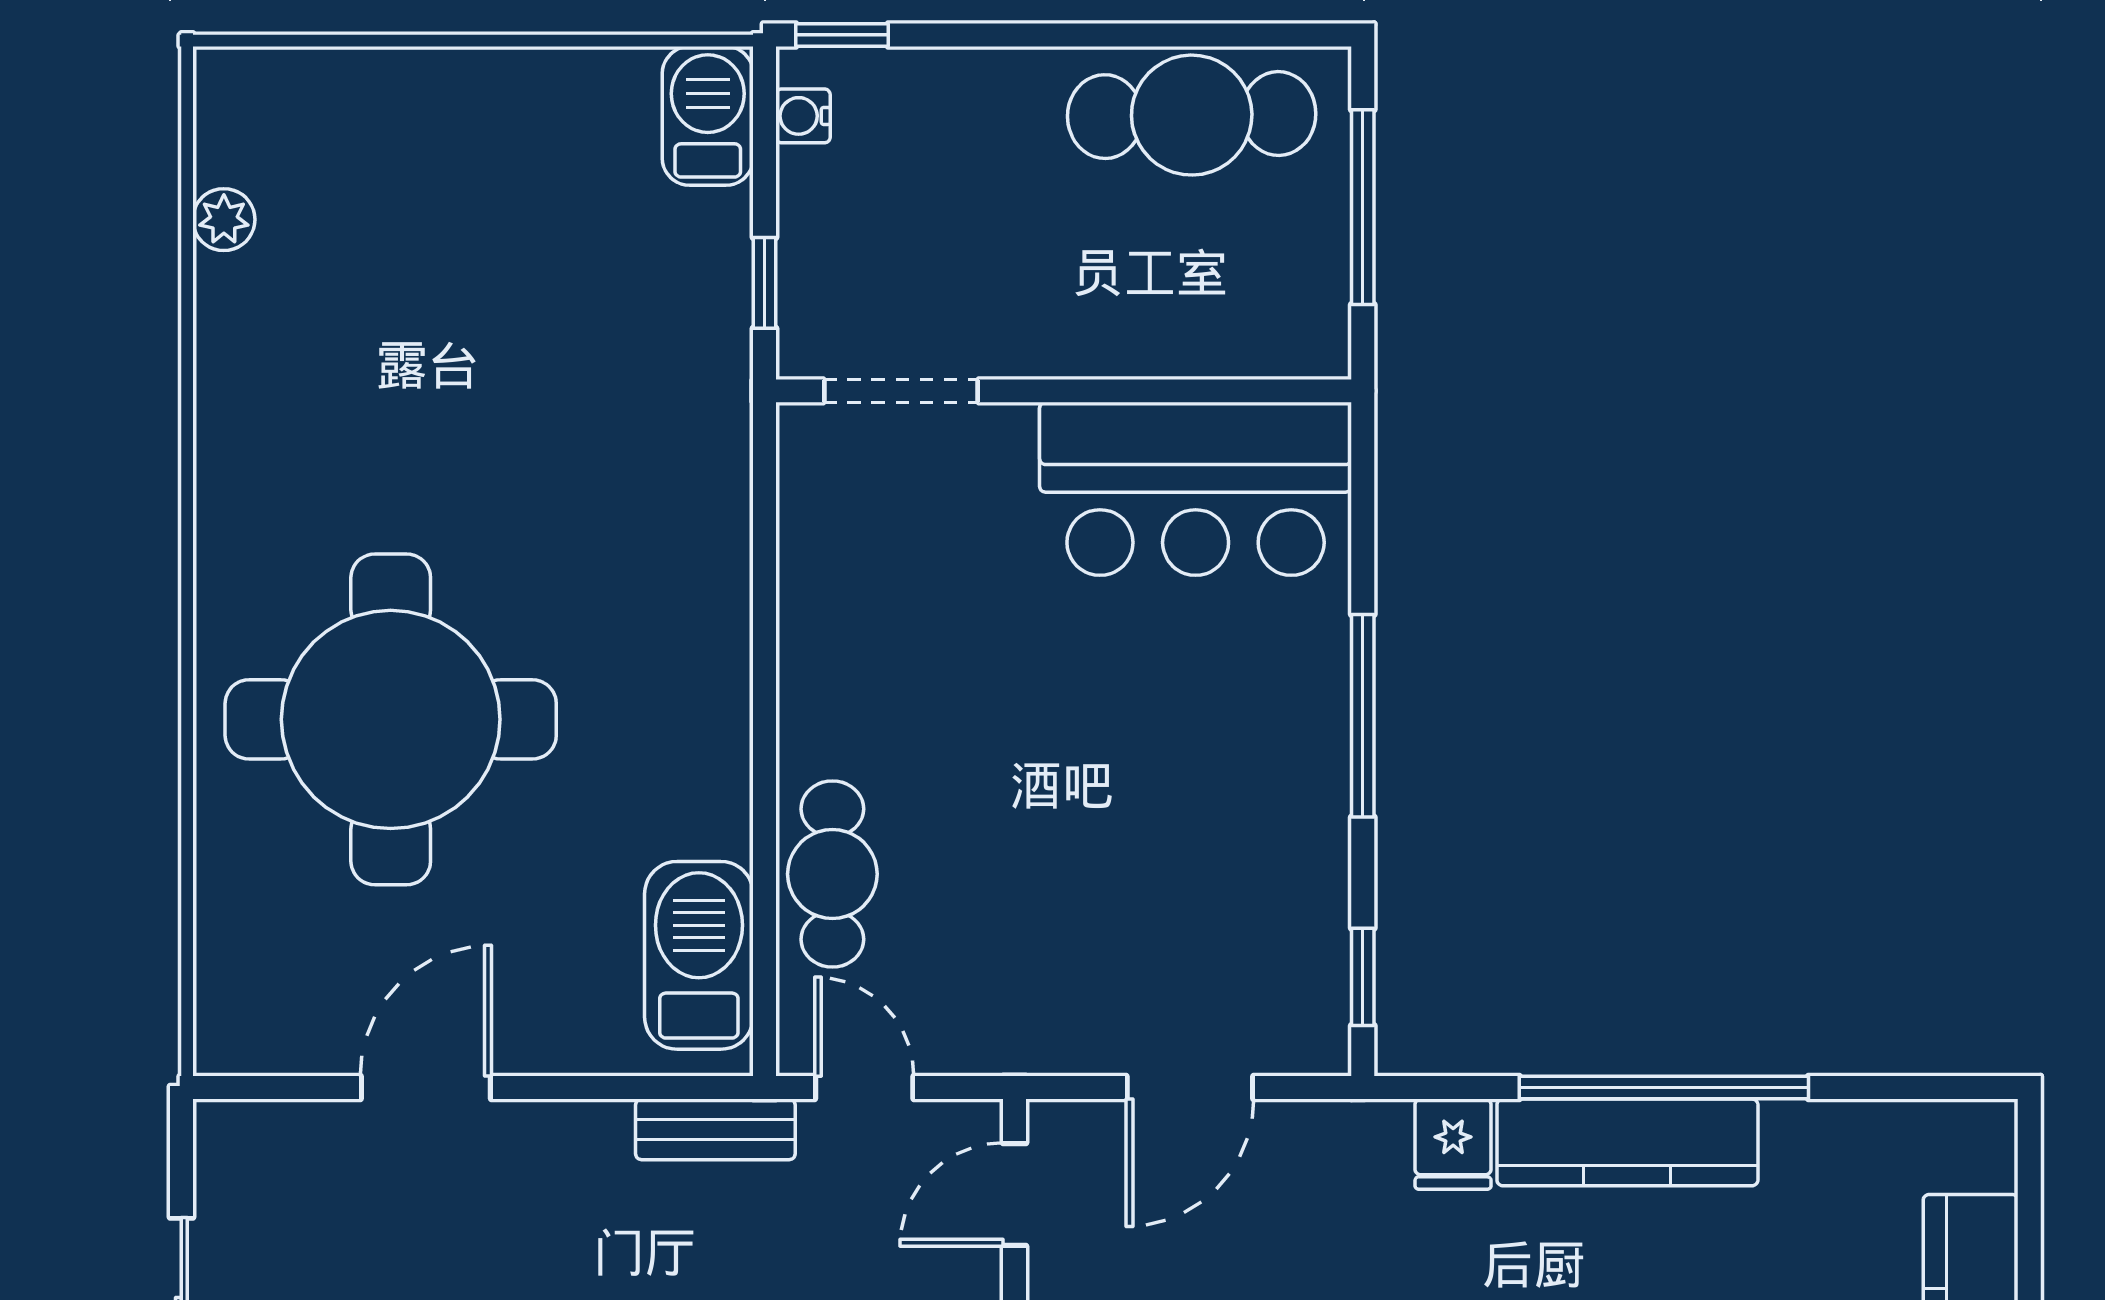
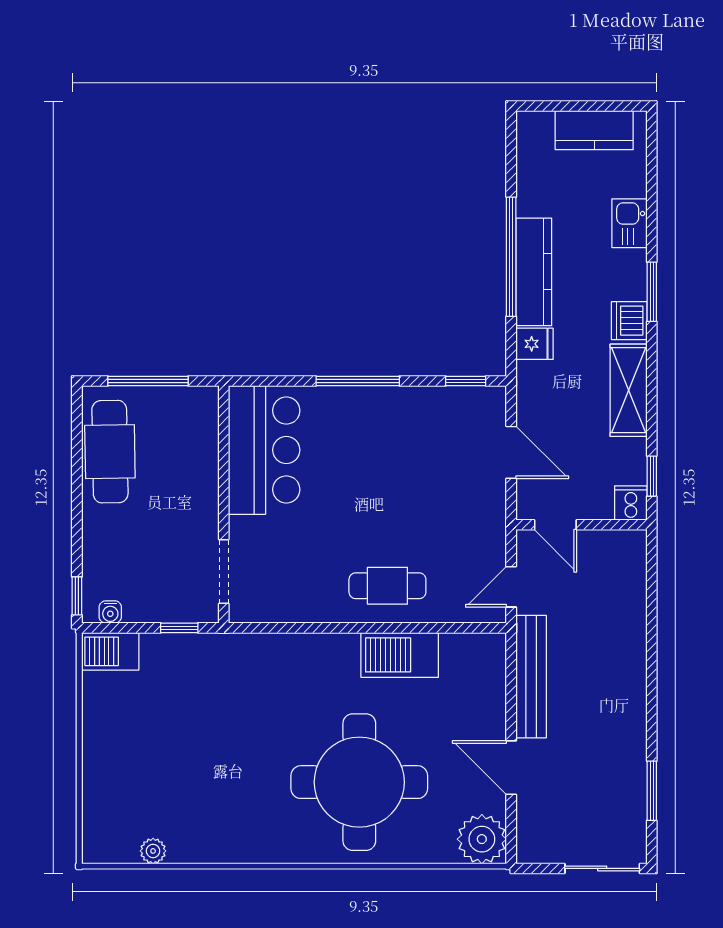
cafe table: (832, 874) -> (387, 586), moved
barbecue: (699, 955) -> (400, 655), moved
plant: (253, 1016) -> (482, 839), added
bench: (715, 1129) -> (531, 677), width x1.86, depth x1.21

